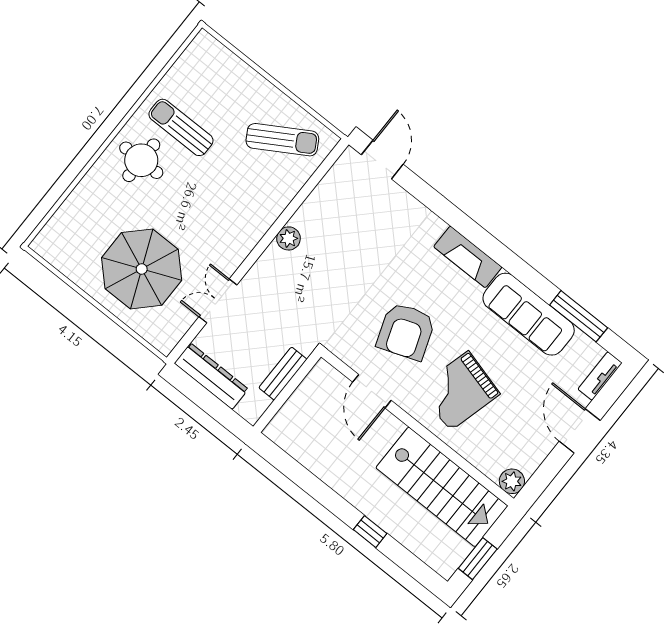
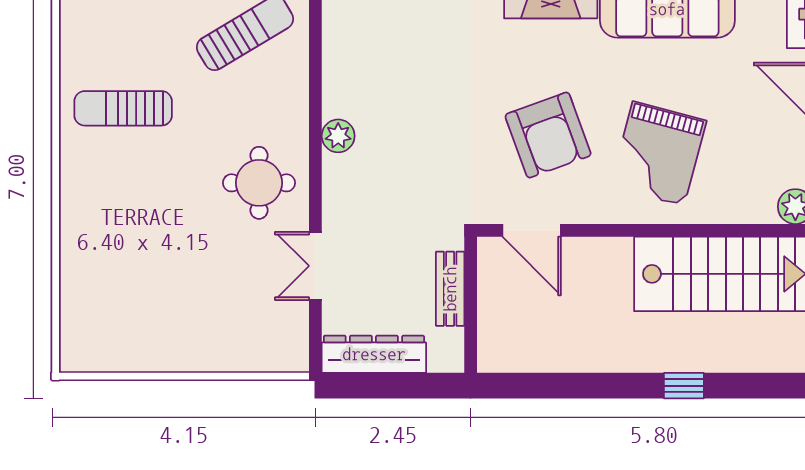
round table: (141, 160) -> (259, 183), moved
parasol: (142, 269) -> (204, 298), removed
door: (372, 391) -> (532, 230), moved

